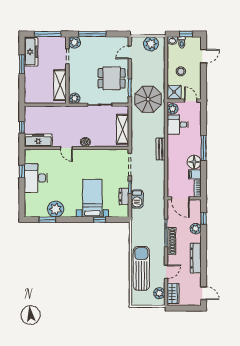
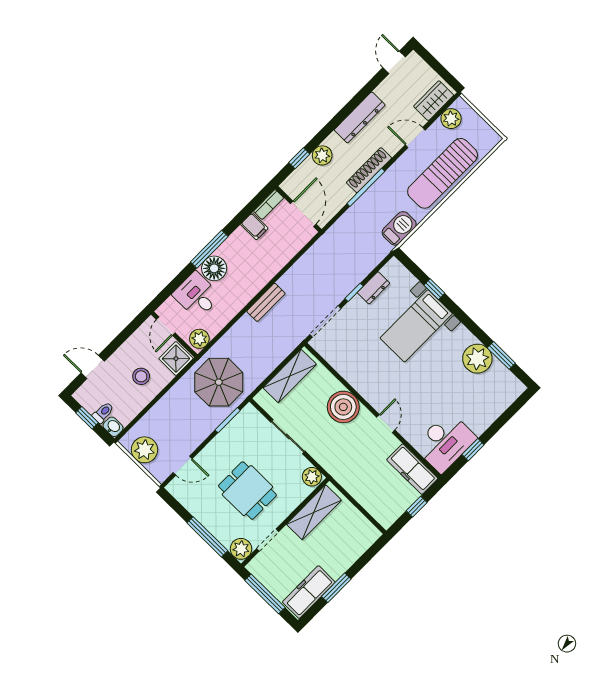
dining table: (112, 78) -> (247, 491), moved
desk: (178, 125) -> (197, 295), moved, turned 180
boiler: (85, 142) -> (343, 407), width x1.86, depth x1.86
floor lamp: (194, 162) -> (214, 268), moved
desk: (36, 178) -> (445, 442), moved
barbecue: (137, 199) -> (399, 228), moved

